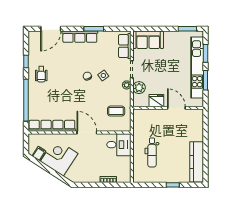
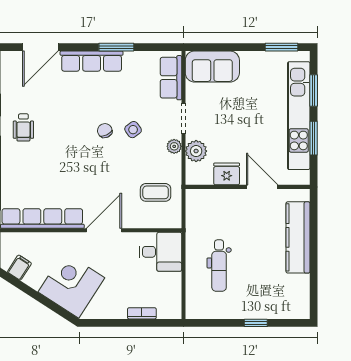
door: (87, 132) -> (104, 230), hinge flipped
corner desk: (59, 157) -> (71, 285), moved
kitchen counter: (197, 162) -> (298, 237), moved

